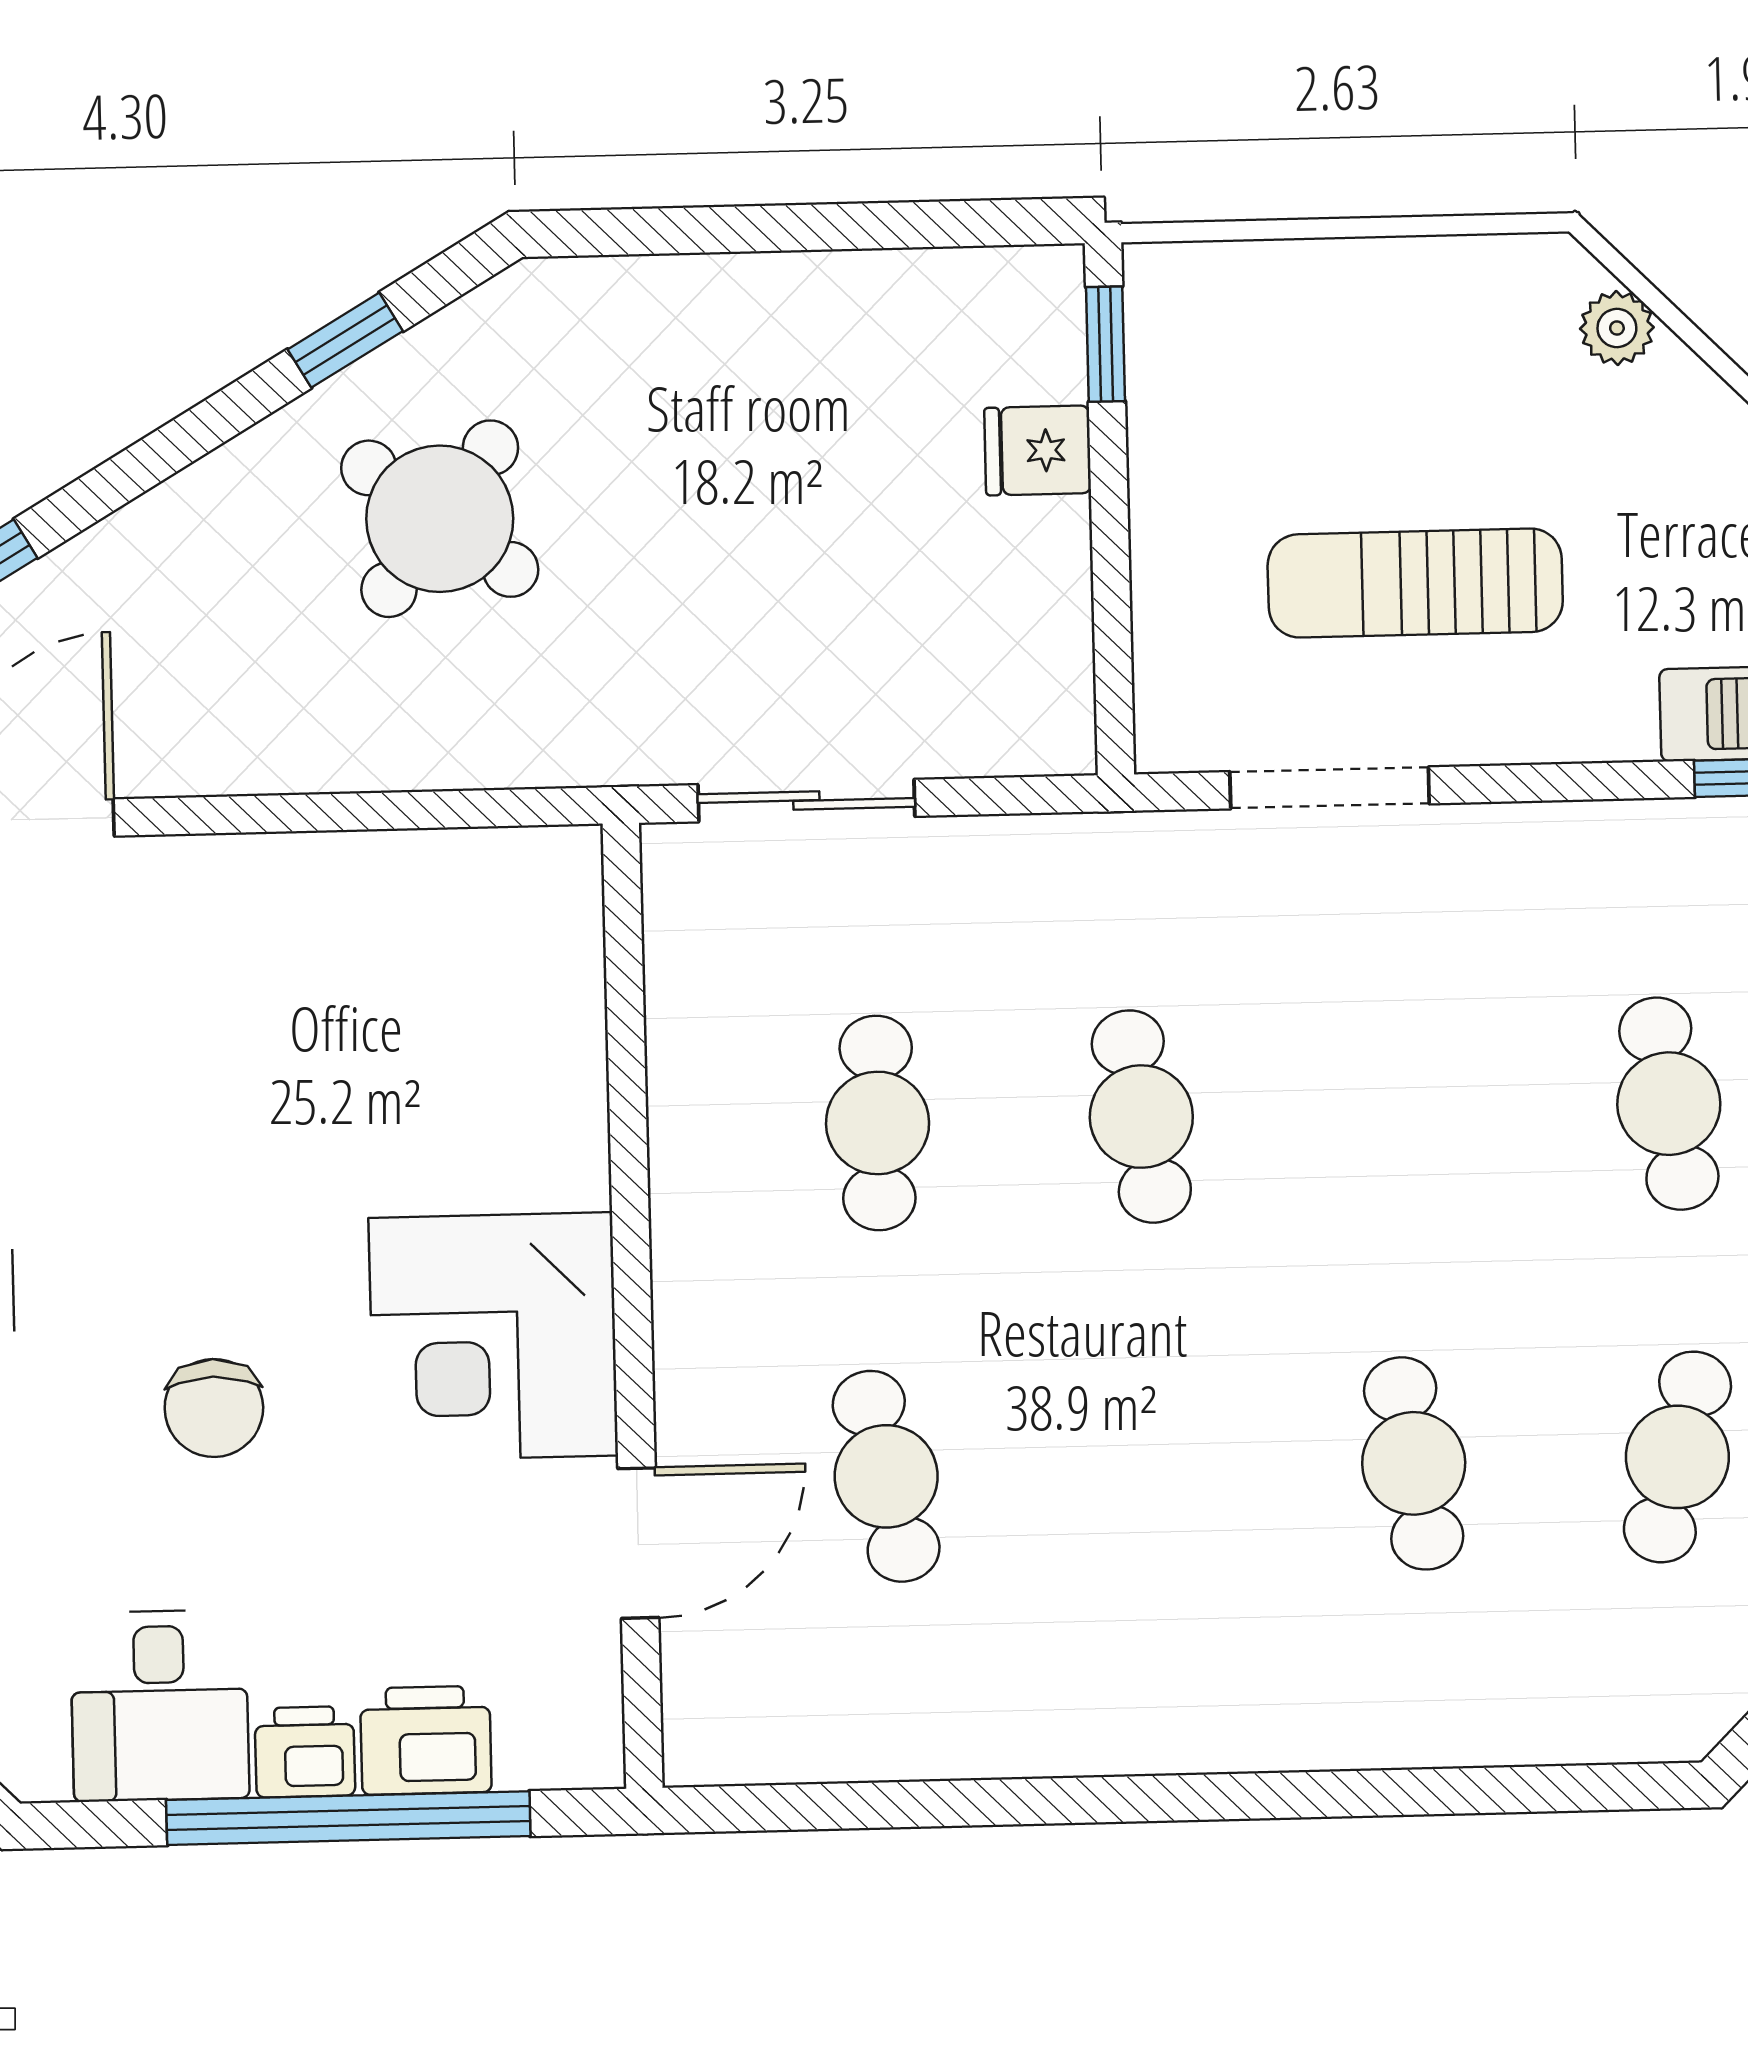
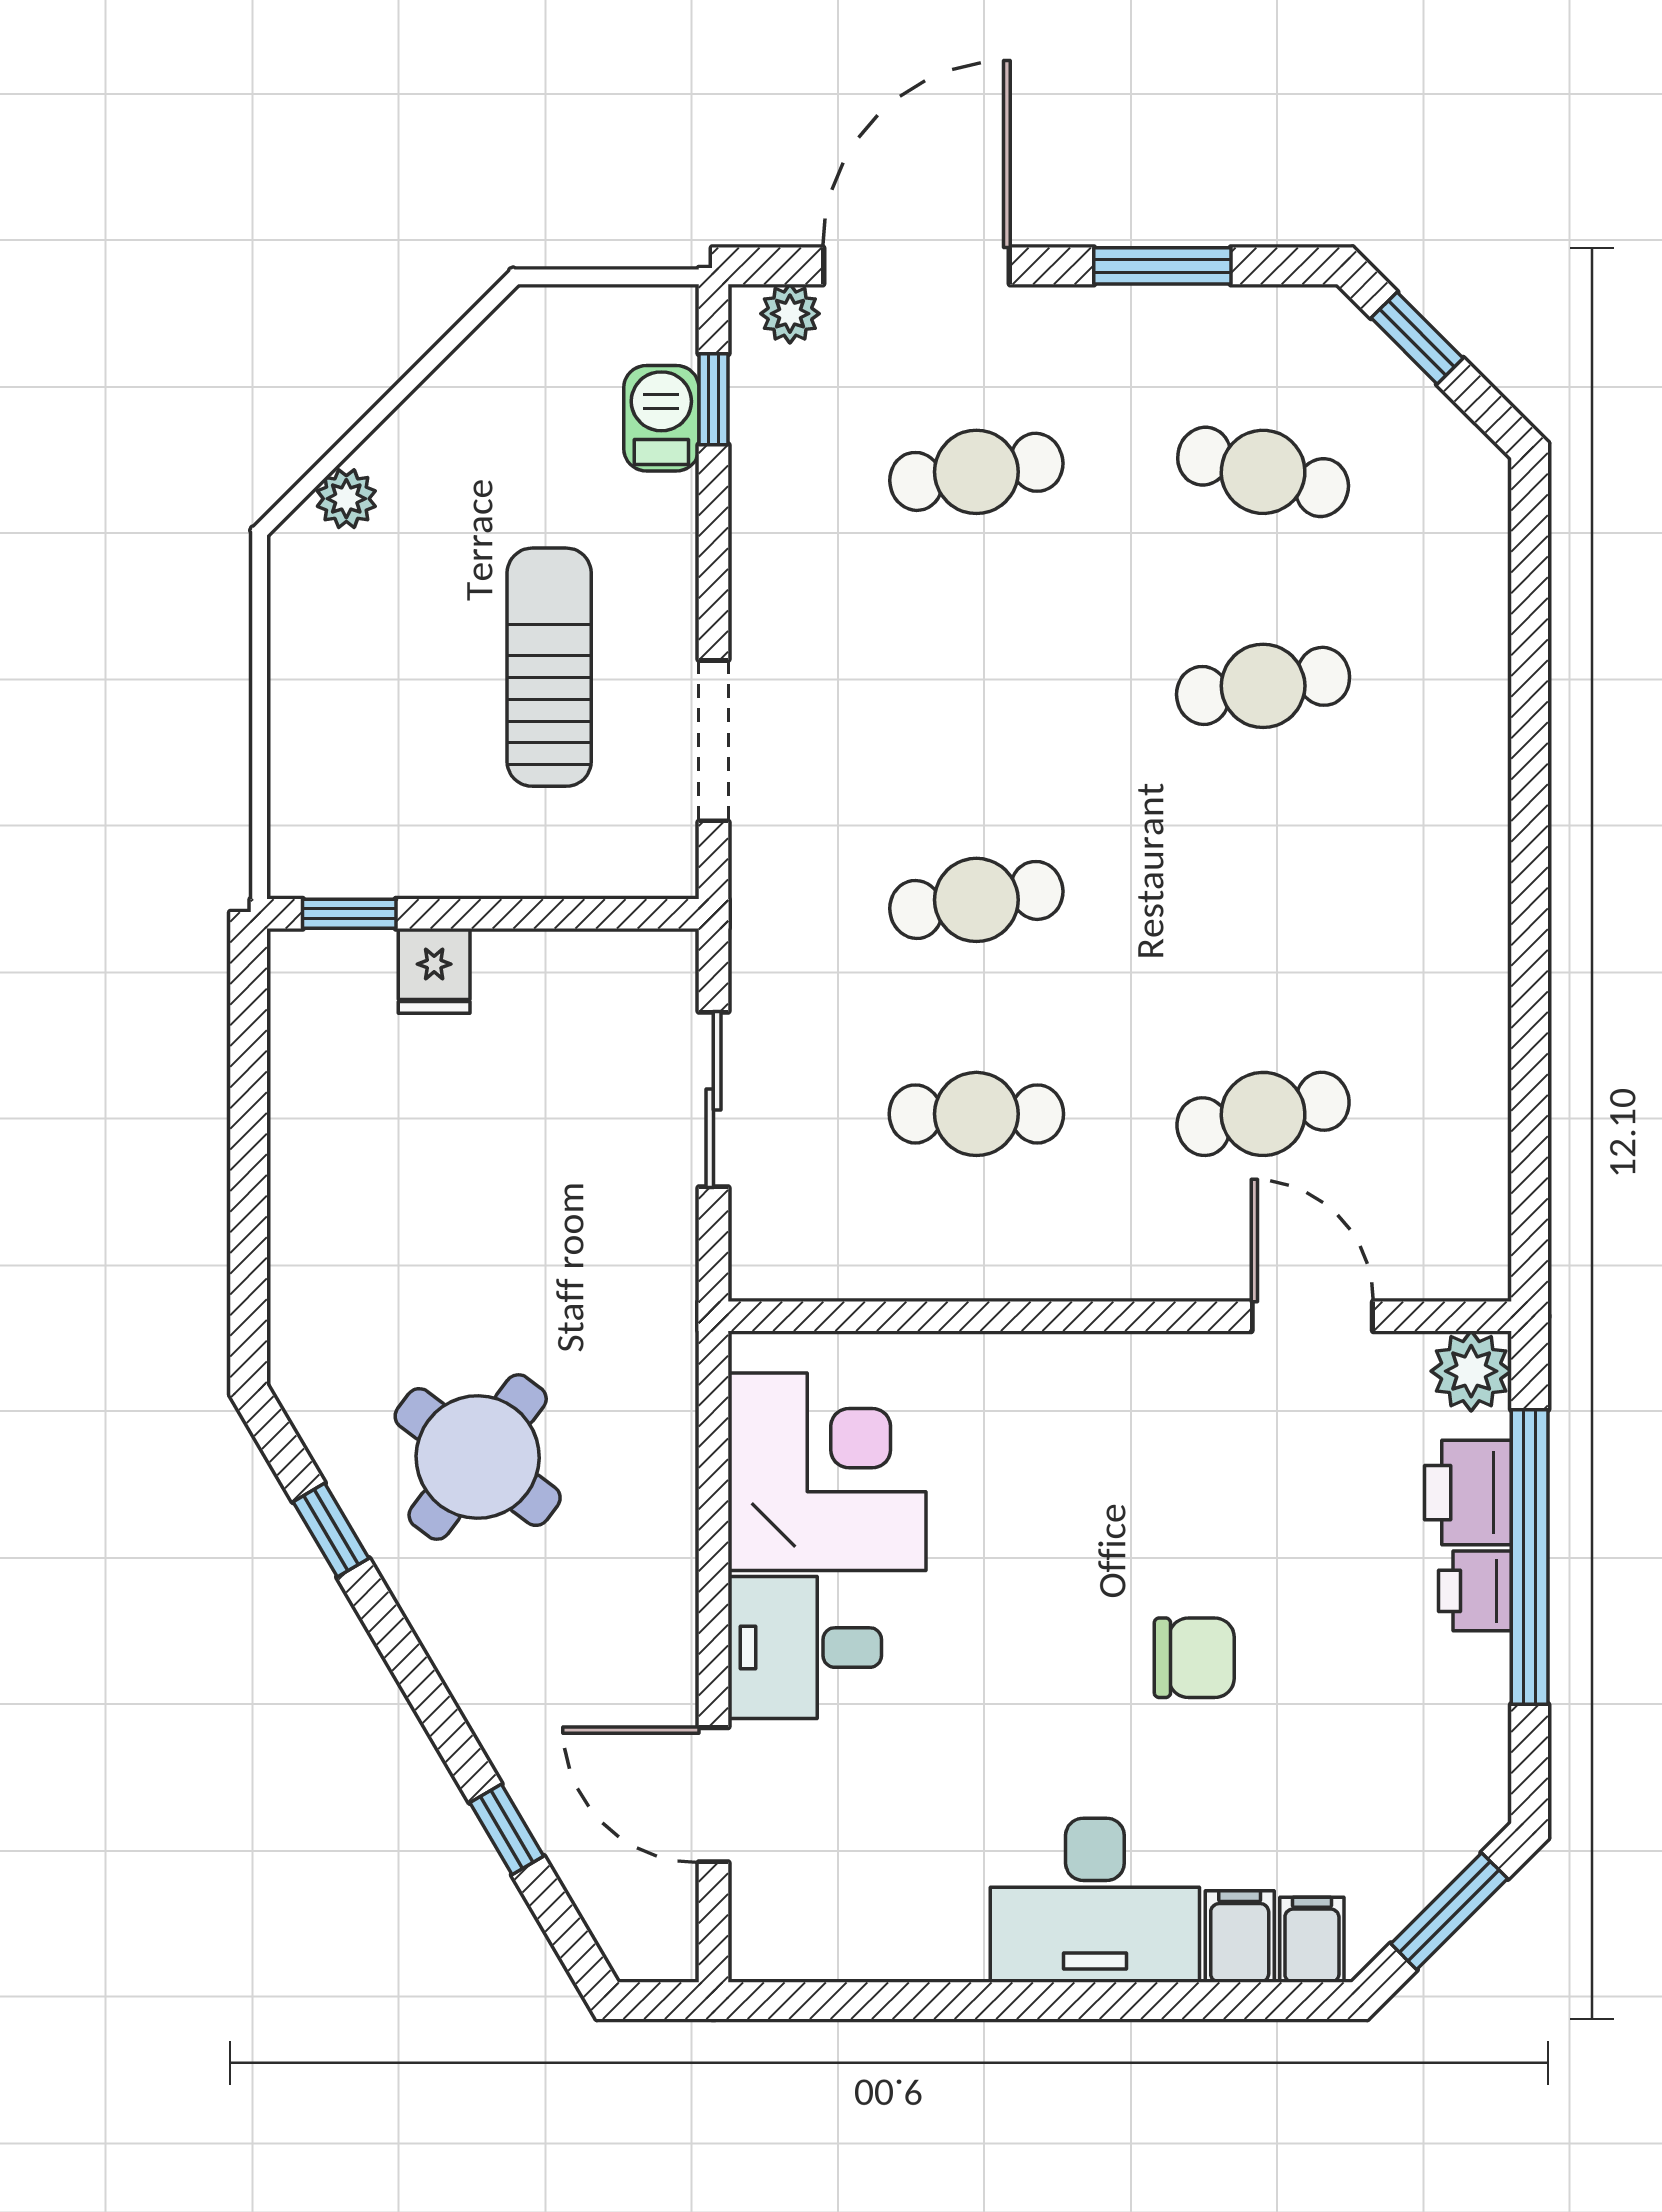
sun lounger: (1415, 583) -> (549, 667), turned 180
sliding door: (806, 801) -> (713, 1100), moved
corner desk: (493, 1337) -> (827, 1472), moved, turned -90
desk: (160, 1706) -> (805, 1648), moved, turned 180
plant: (576, 1740) -> (1471, 1371), added

